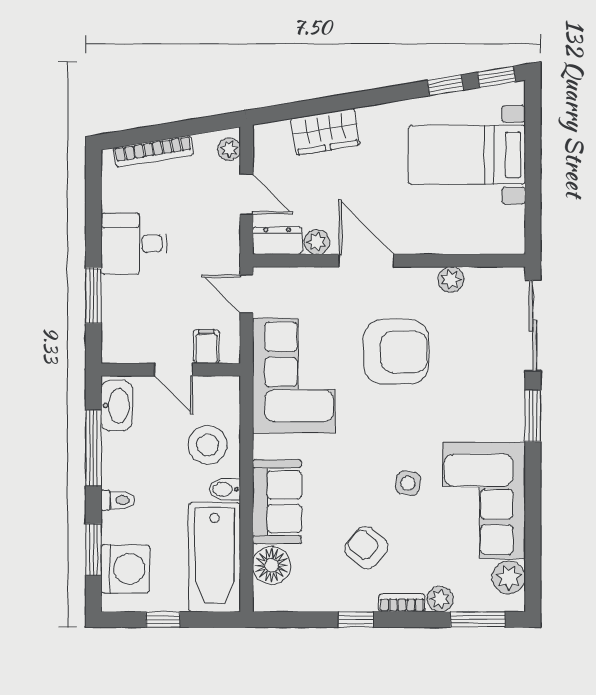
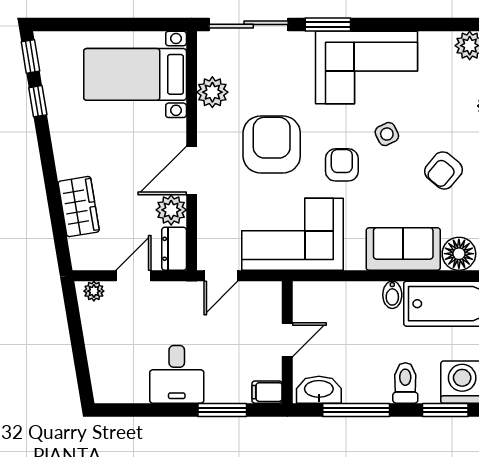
bookcase: (153, 151) -> (96, 357), removed
bed with nightstands: (467, 155) -> (135, 74), moved, turned 90
plant: (317, 242) -> (171, 210), width x1.38, depth x1.38
plant: (451, 279) -> (212, 92), width x1.38, depth x1.38
filing cabinet: (206, 346) -> (267, 392), moved
armchair: (373, 432) -> (342, 165), added
stool: (208, 445) -> (353, 310), removed
side table: (408, 483) -> (387, 134), turned -35
toilet: (118, 500) -> (405, 383), width x1.37, depth x1.39
corner sofa: (484, 500) -> (367, 67), moved

